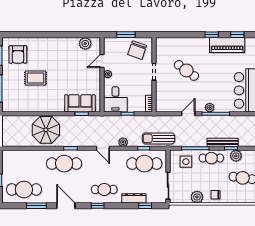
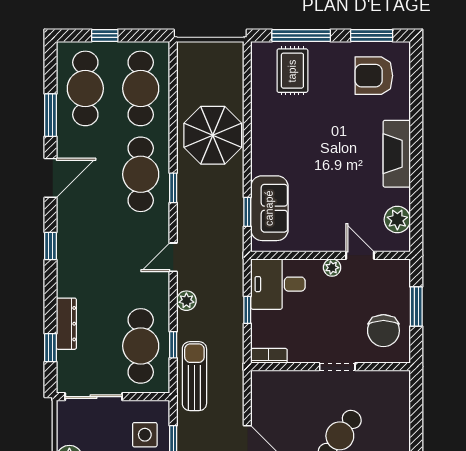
fireplace: (54, 44) -> (397, 154), added
chair: (137, 50) -> (383, 331), turned -109
rug: (36, 78) -> (292, 71), moved
cafe table: (104, 189) -> (141, 88), moved, width x1.37, depth x1.35

